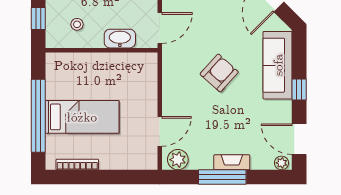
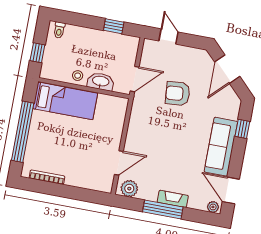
stool: (77, 24) -> (78, 76), moved
sofa: (278, 65) -> (221, 147), moved
armchair: (219, 73) -> (178, 93), moved, turned -137
window: (299, 90) -> (242, 129), moved
bed: (82, 117) -> (65, 101), moved

